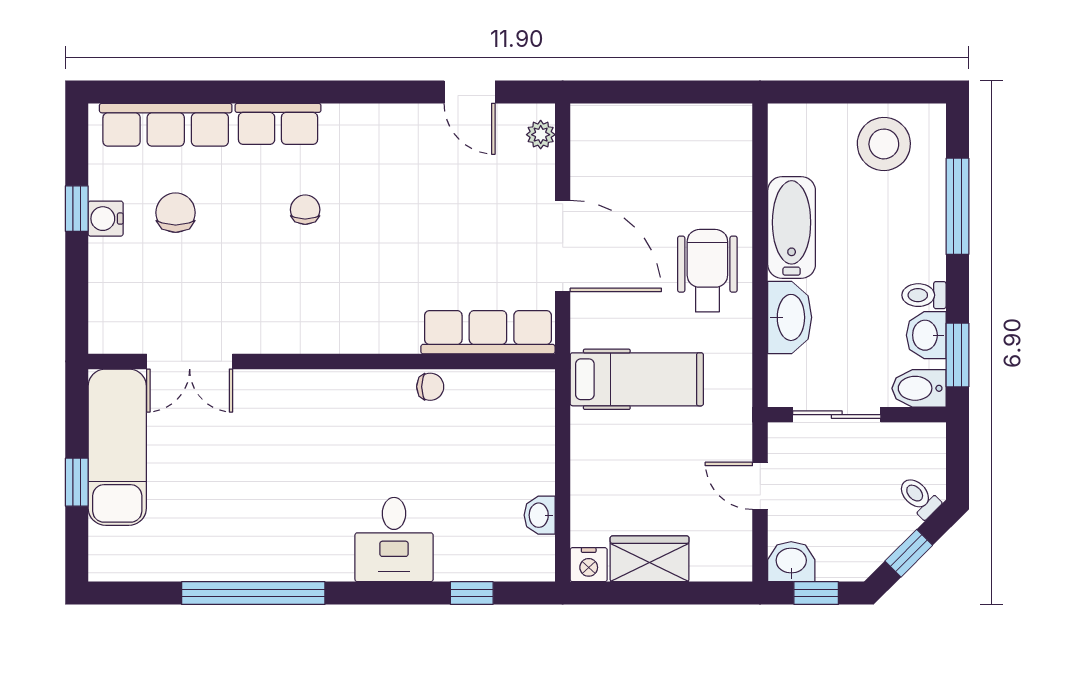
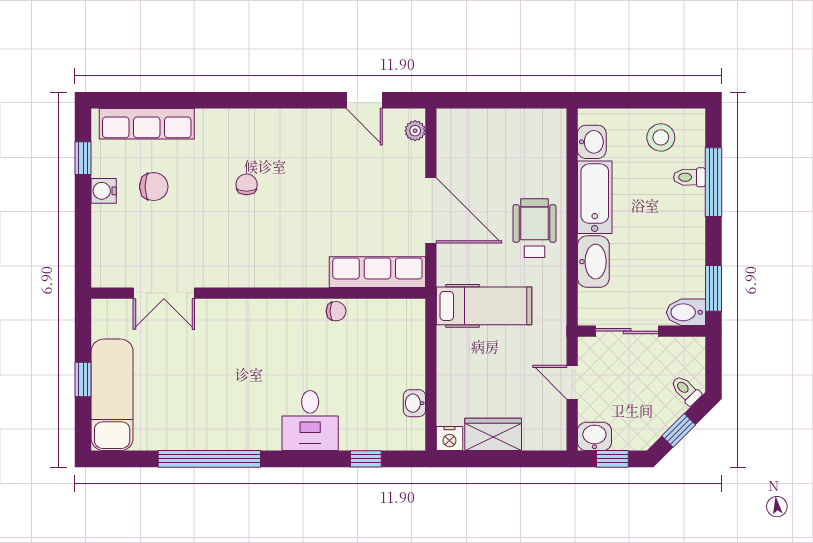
row of seats: (278, 124) -> (227, 123), removed
stool: (884, 144) -> (661, 137), width x0.73, depth x0.73
window: (77, 209) -> (83, 158), moved
chair: (176, 213) -> (154, 187), turned 90
toilet: (924, 295) -> (689, 177), moved
washbasin: (926, 335) -> (592, 142), moved, turned 180
exam couch: (117, 447) -> (112, 395), moved

